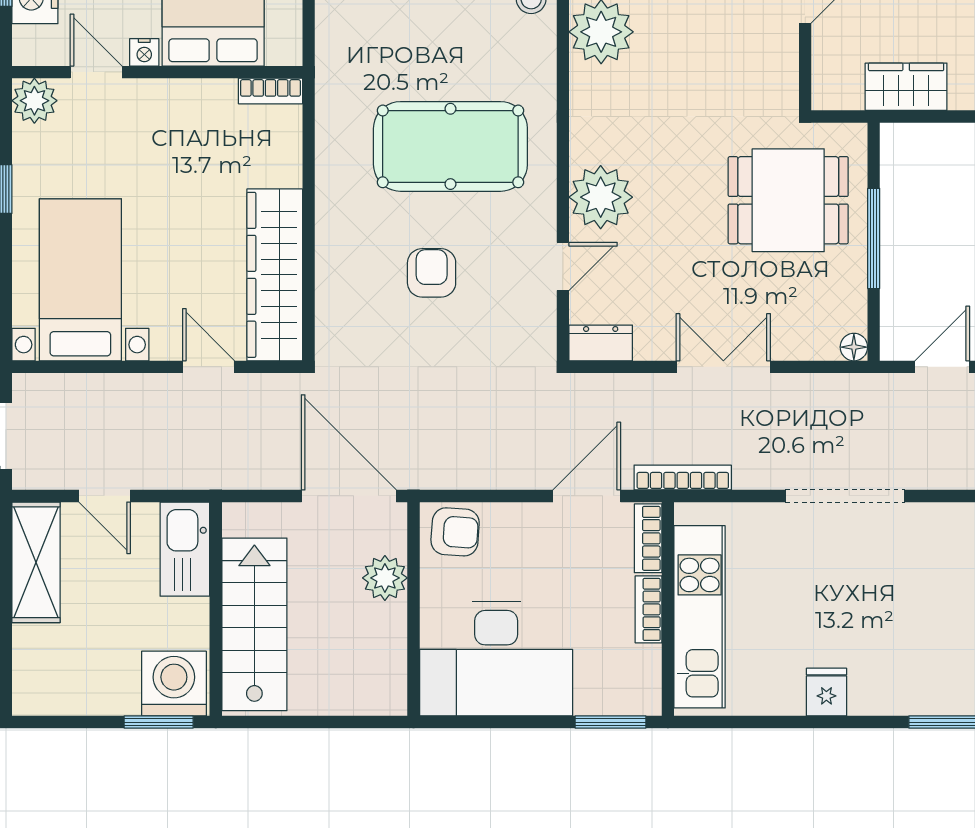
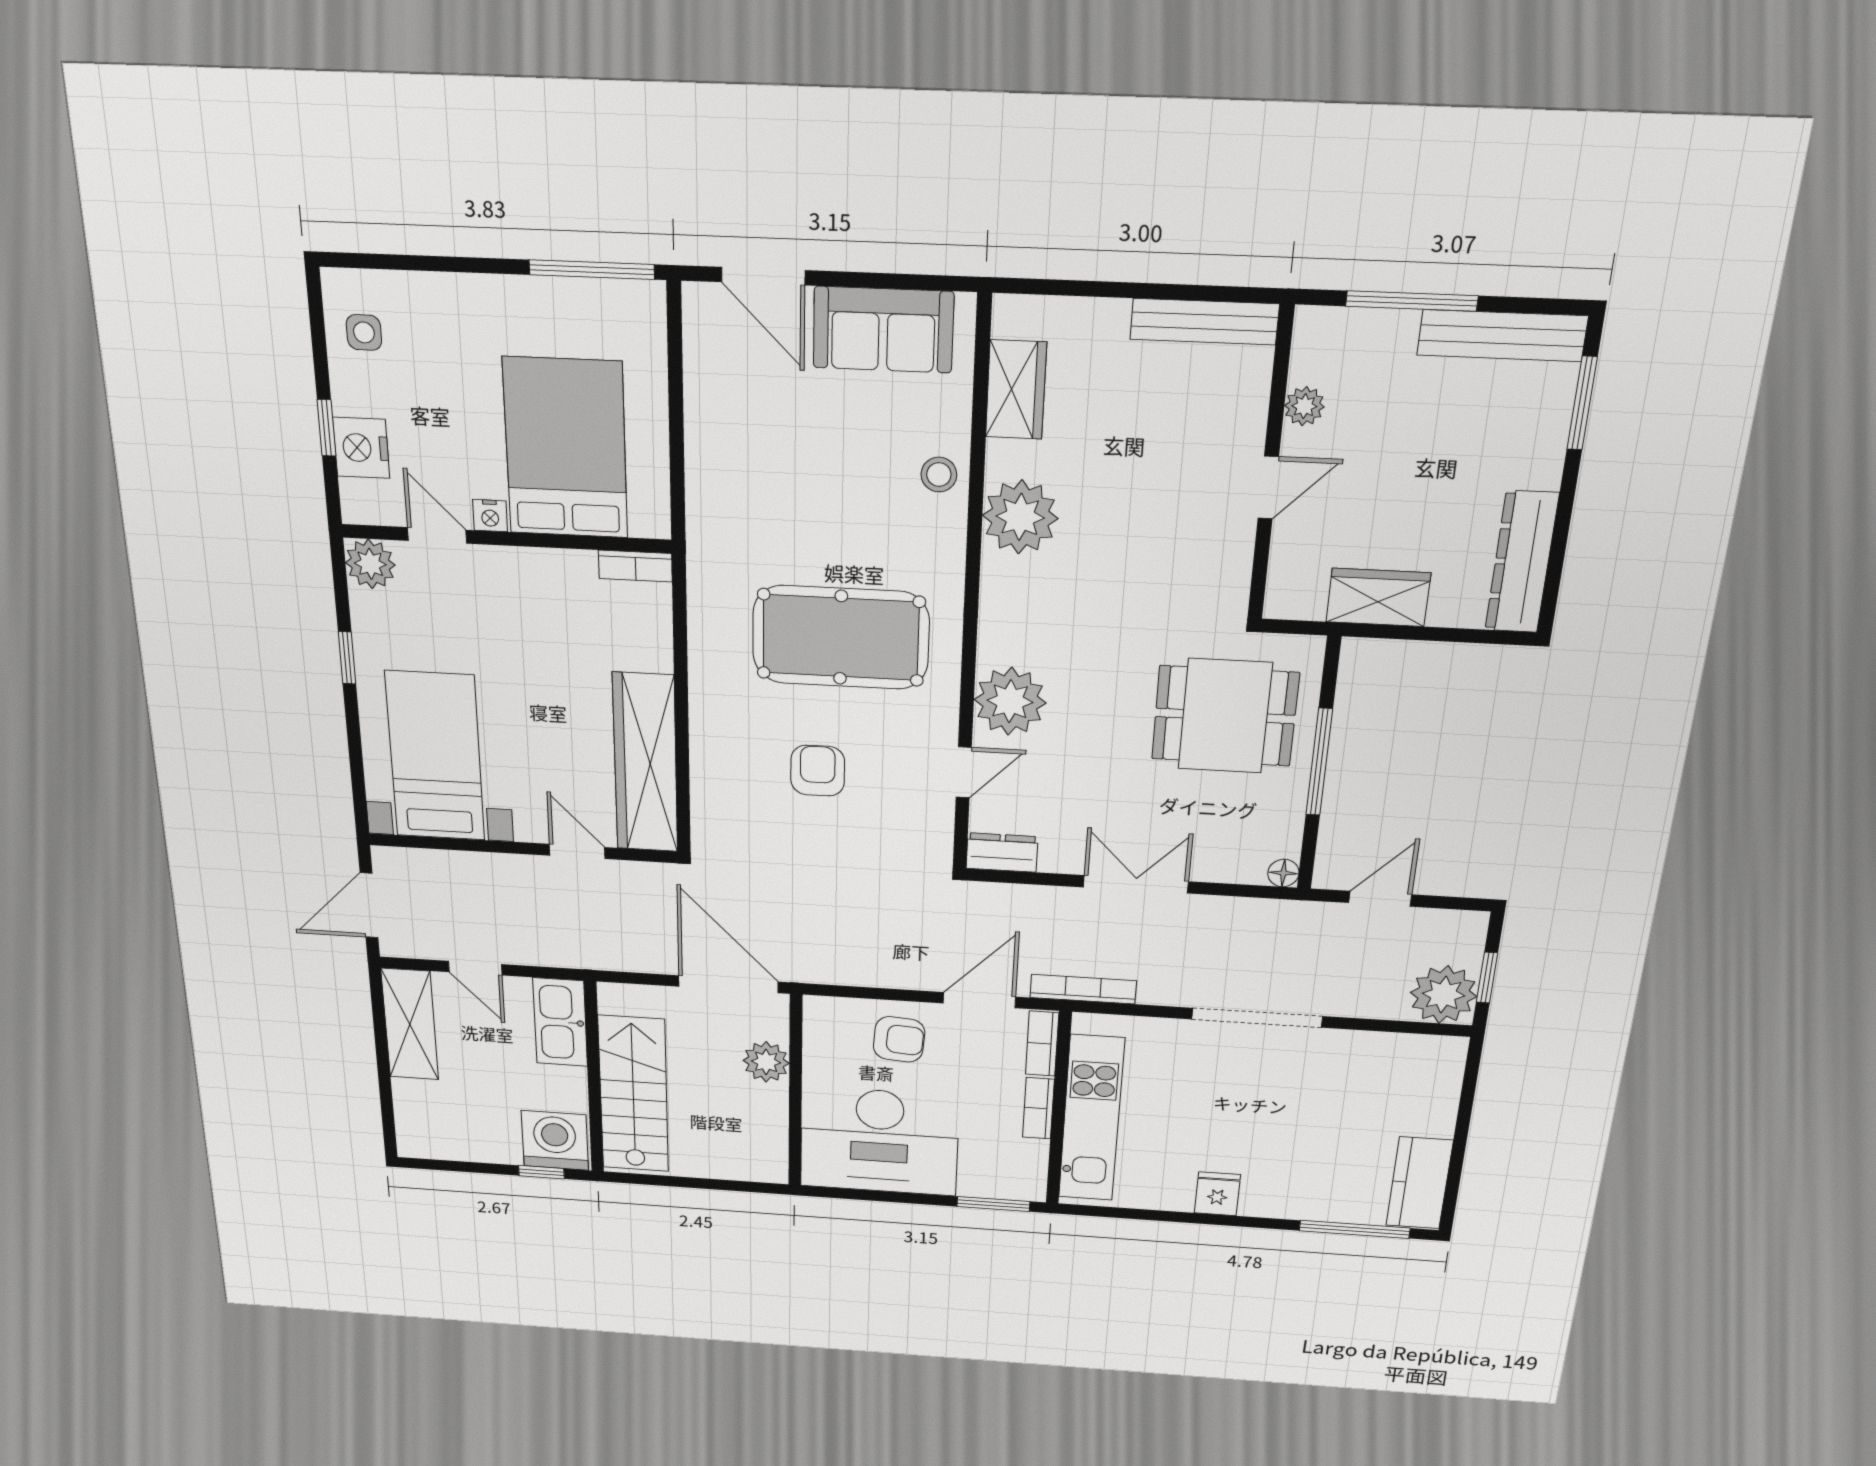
armchair: (455, 532) -> (899, 1039), moved
window: (159, 722) -> (541, 1172), width x0.67

